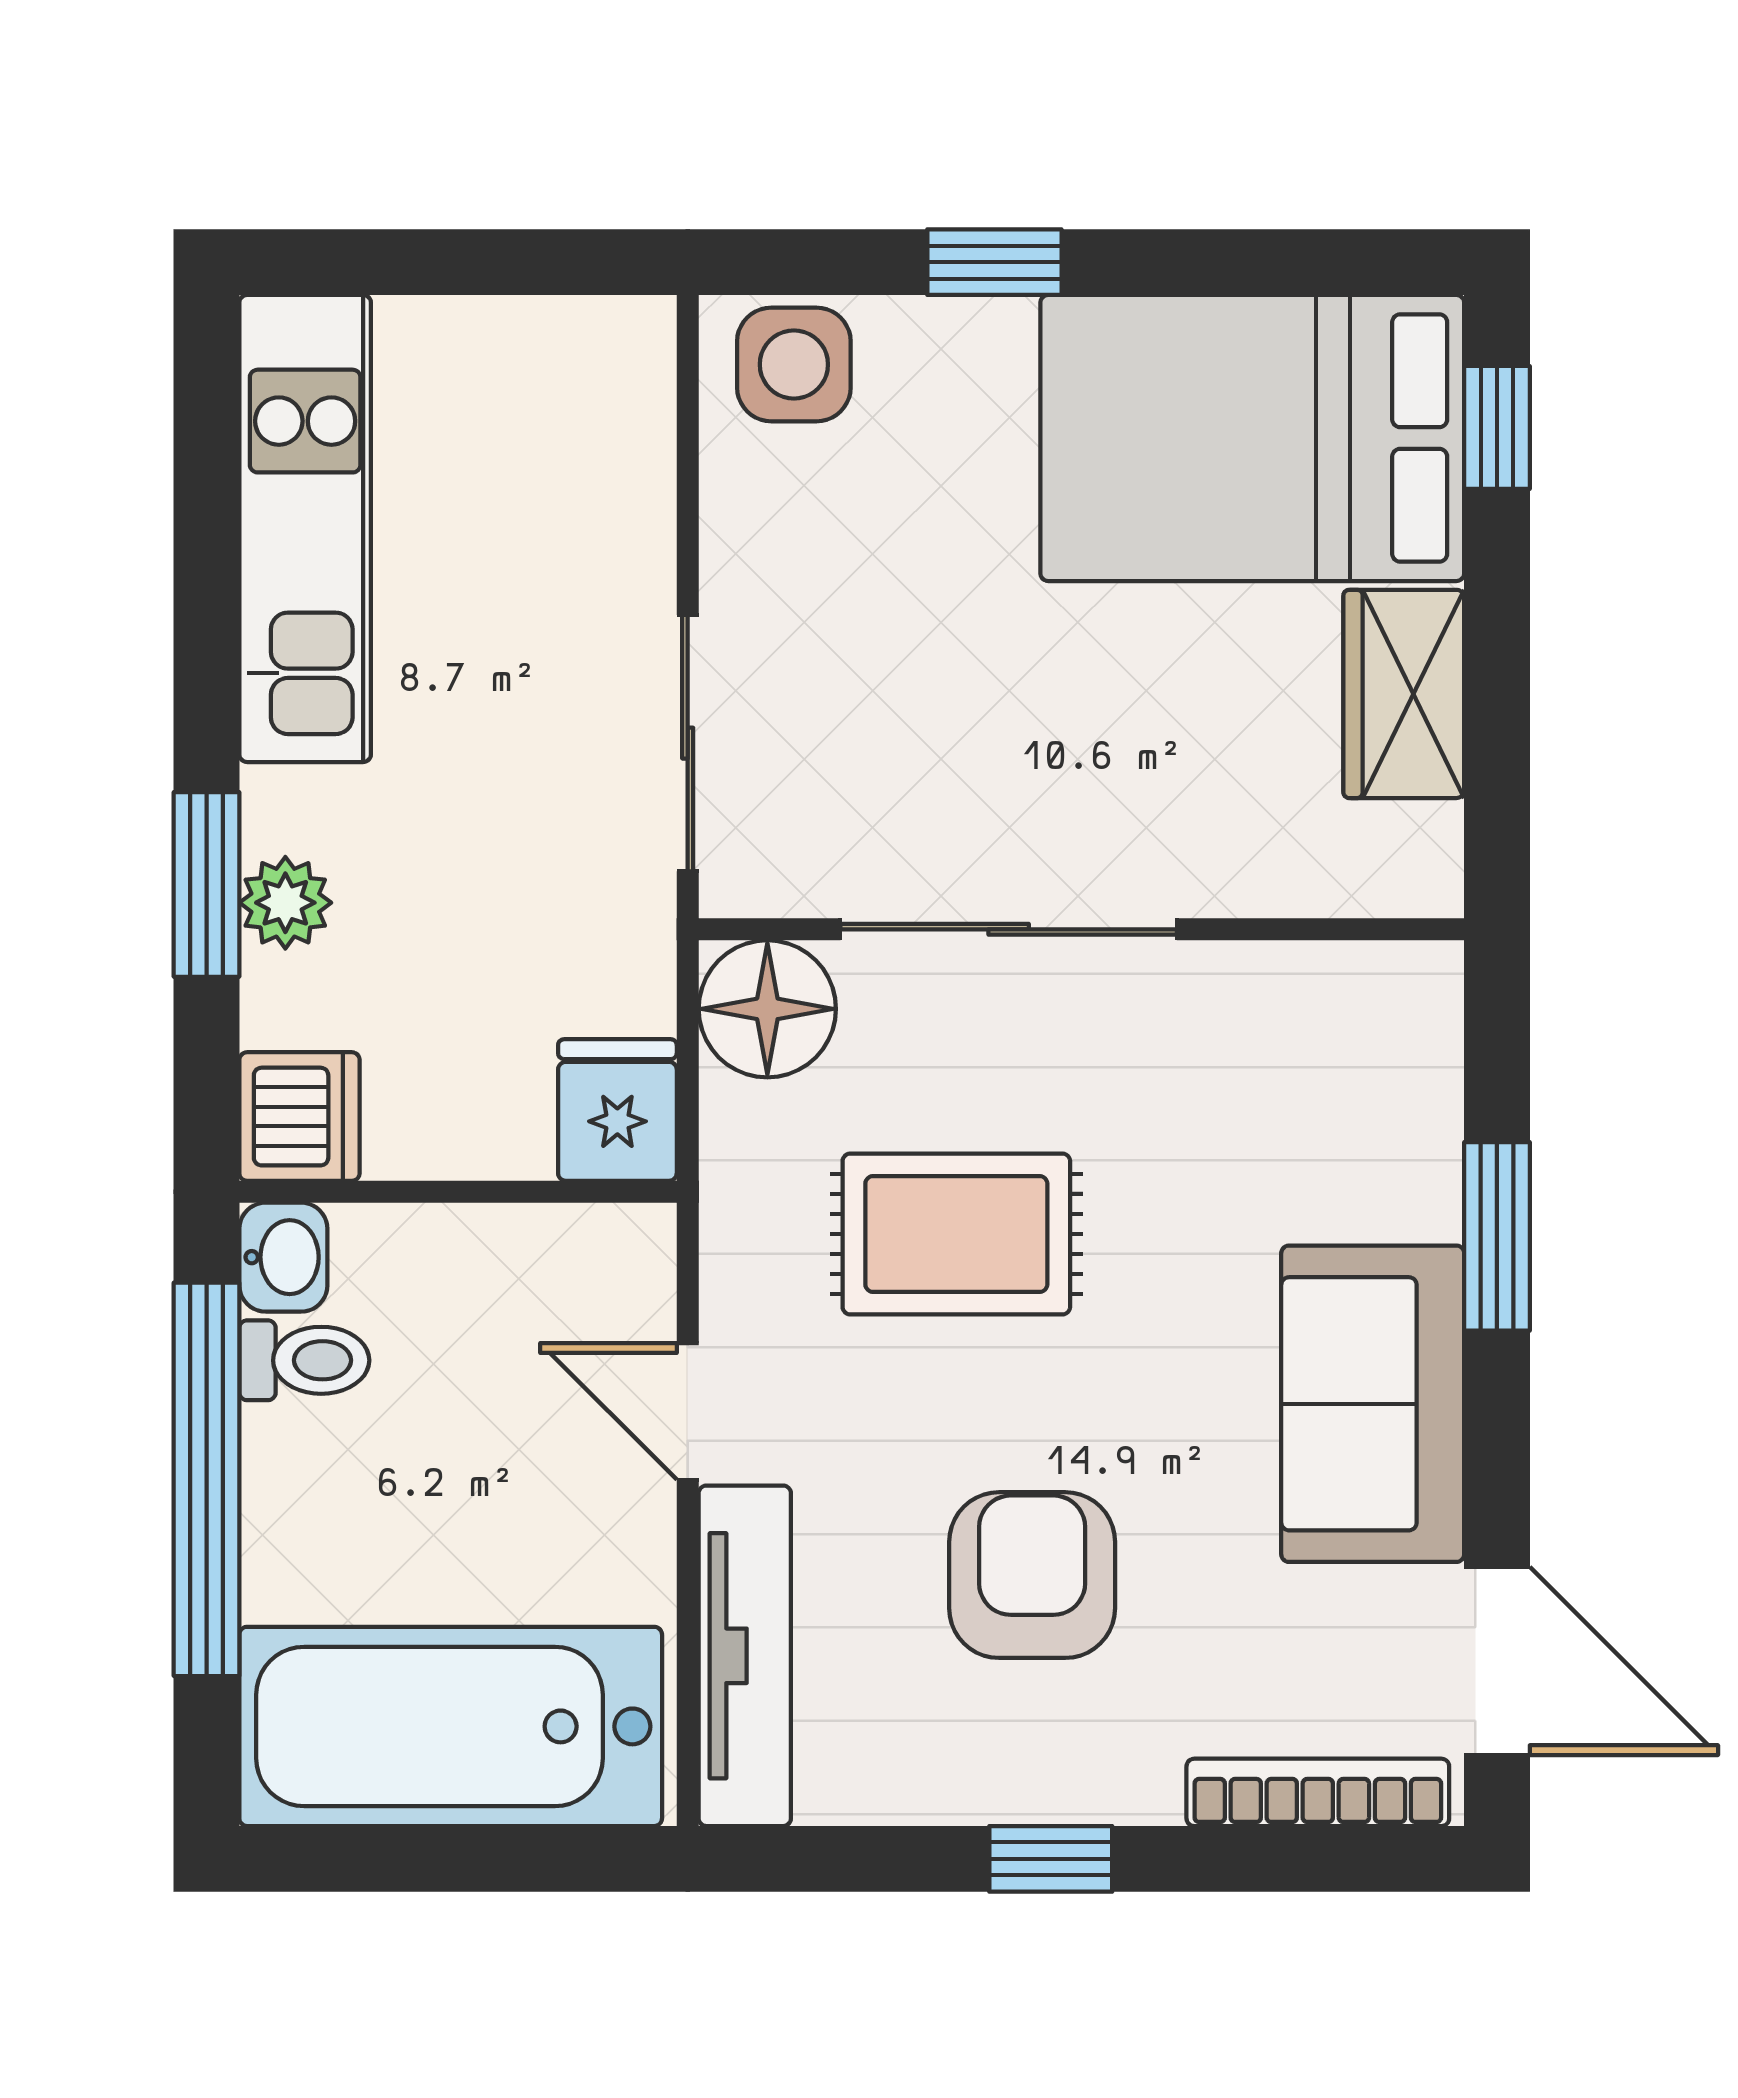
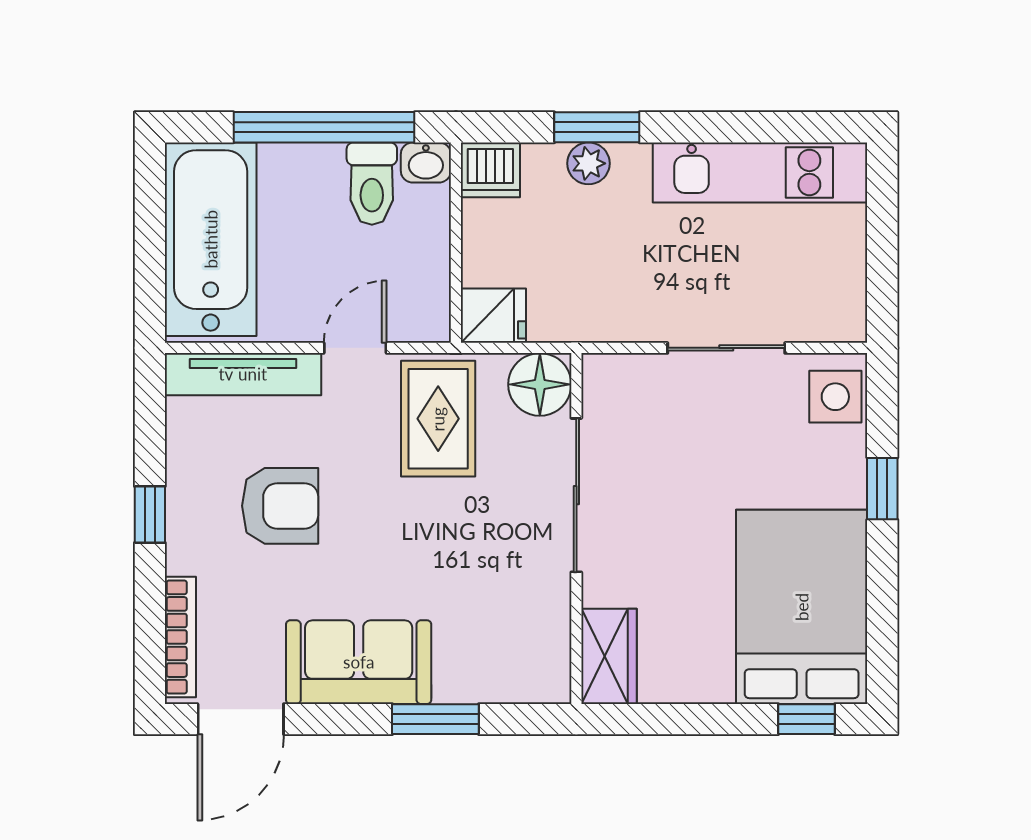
wardrobe: (1404, 694) -> (609, 656), moved, turned 90
sliding door: (688, 743) -> (726, 348), moved
rug: (956, 1234) -> (438, 419), moved
toilet: (304, 1360) -> (372, 184), width x1.37, depth x1.39

